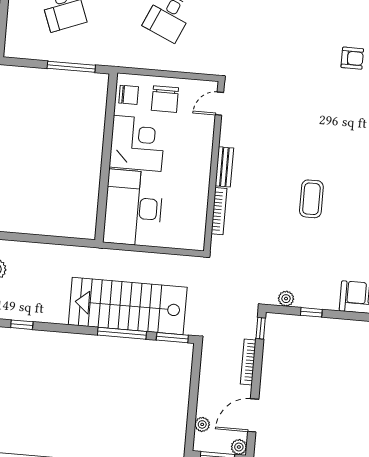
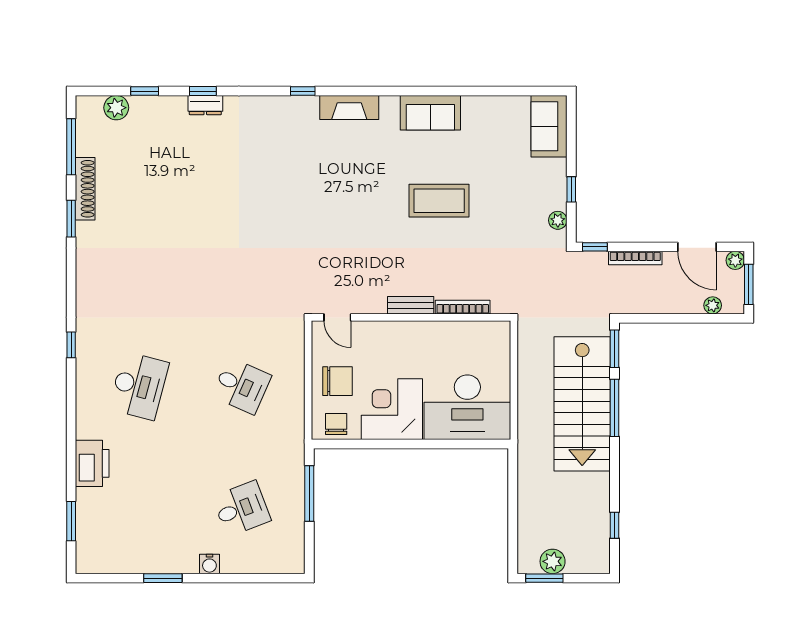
armchair: (352, 58) -> (271, 167), removed
coffee table: (311, 199) -> (439, 201), width x1.36, depth x1.32

